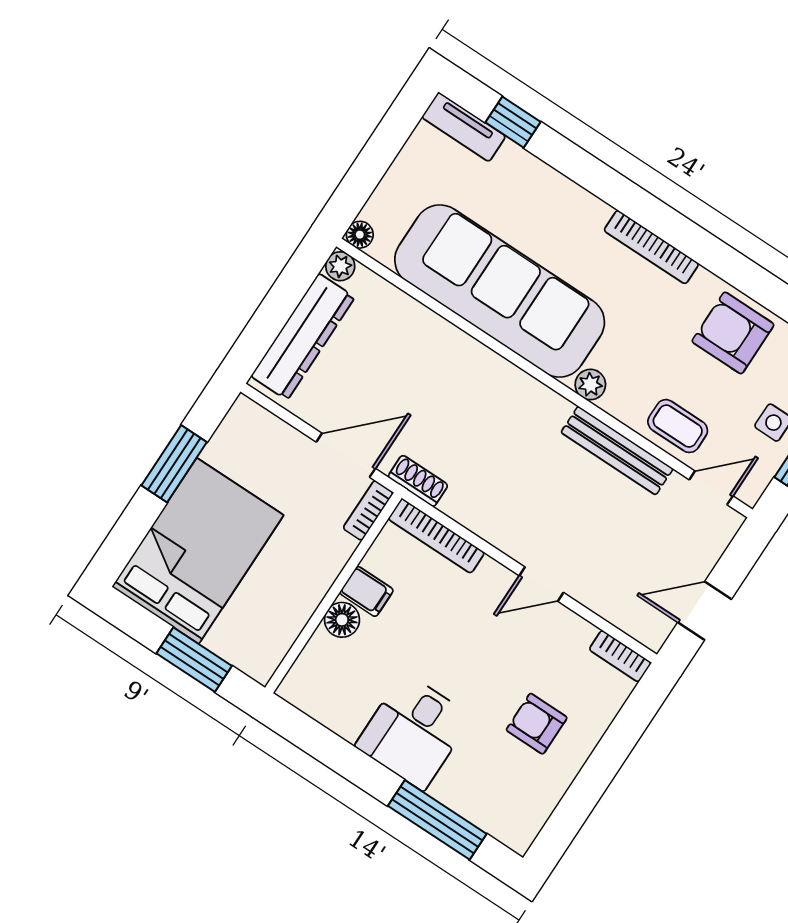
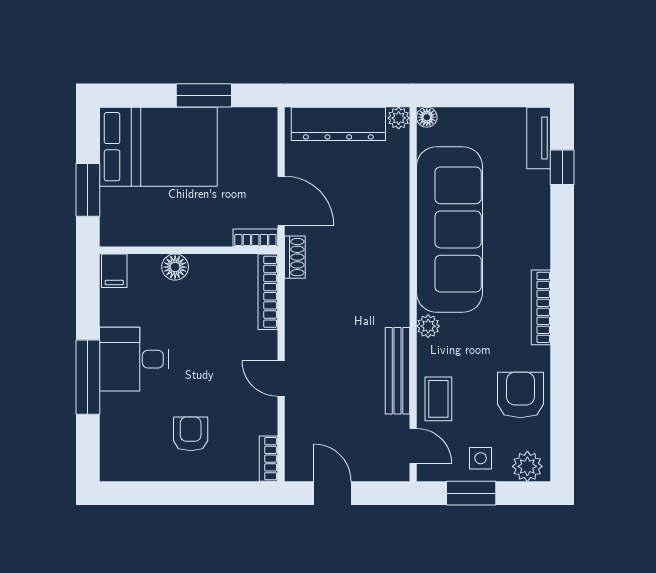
filing cabinet: (366, 591) -> (114, 271), moved
window: (437, 820) -> (88, 377), moved

